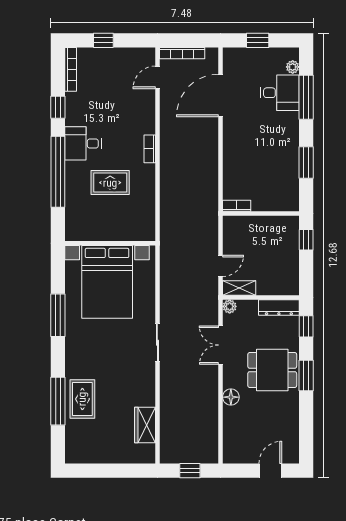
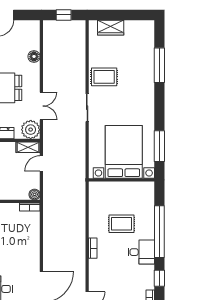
boiler: (230, 223) -> (35, 194), added
plant: (230, 306) -> (31, 130), width x1.87, depth x1.87
window: (58, 315) -> (159, 146), moved
floor lamp: (231, 397) -> (34, 56), moved
rug: (82, 399) -> (104, 77), moved, turned 90
wardrobe: (145, 425) -> (111, 28), moved, turned 90

